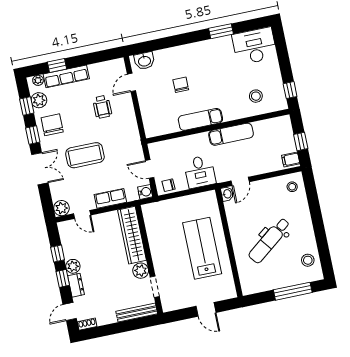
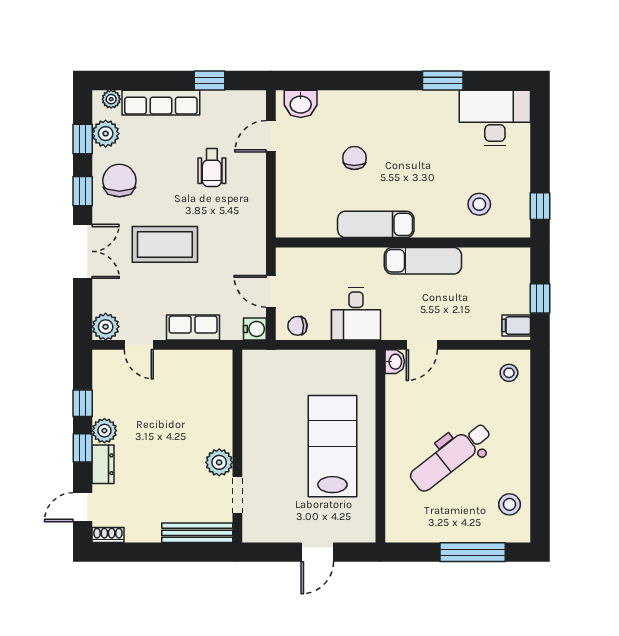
window: (57, 65) -> (210, 81), moved
wardrobe: (132, 235) -> (217, 398), removed
door: (206, 309) -> (317, 552), hinge flipped

